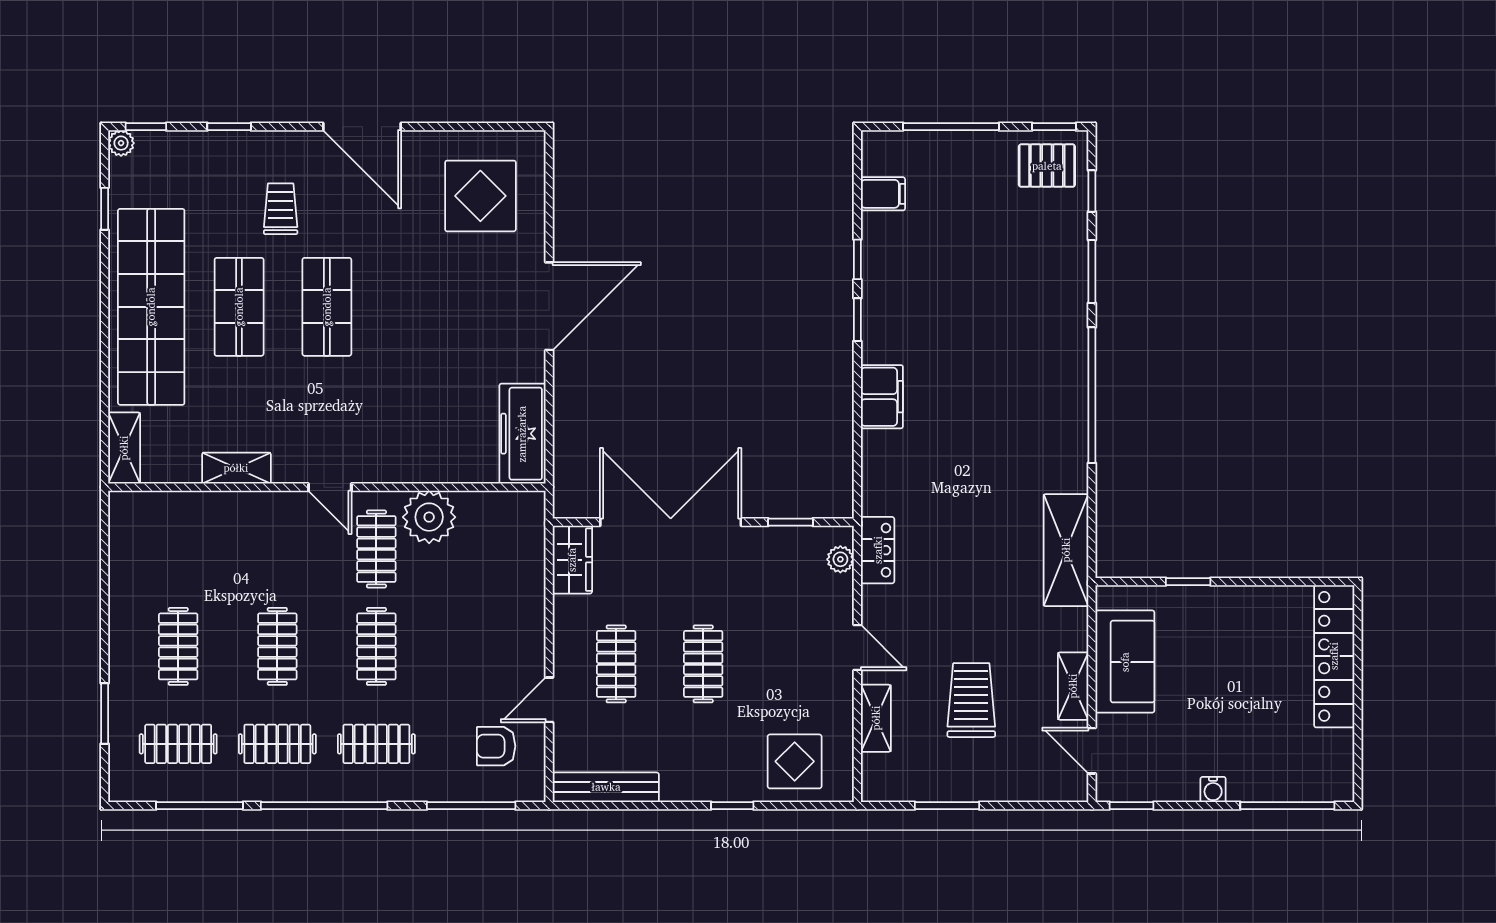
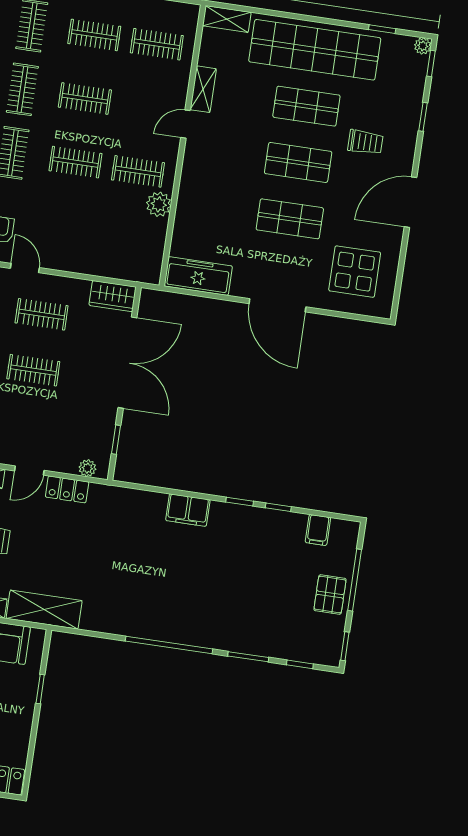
pallet: (1047, 166) -> (330, 595), moved
shop shelf: (415, 307) -> (290, 219), added
door: (330, 487) -> (186, 124), moved
plant: (429, 517) -> (159, 204), width x0.73, depth x0.73
clothes rail: (178, 549) -> (157, 44), added
locker: (878, 550) -> (67, 489), moved
shelving: (1066, 550) -> (44, 610), moved

